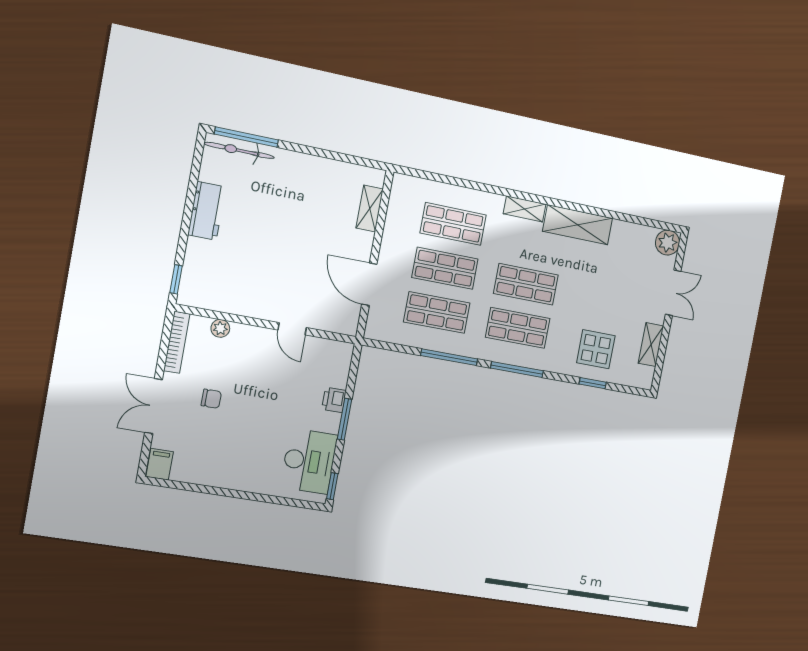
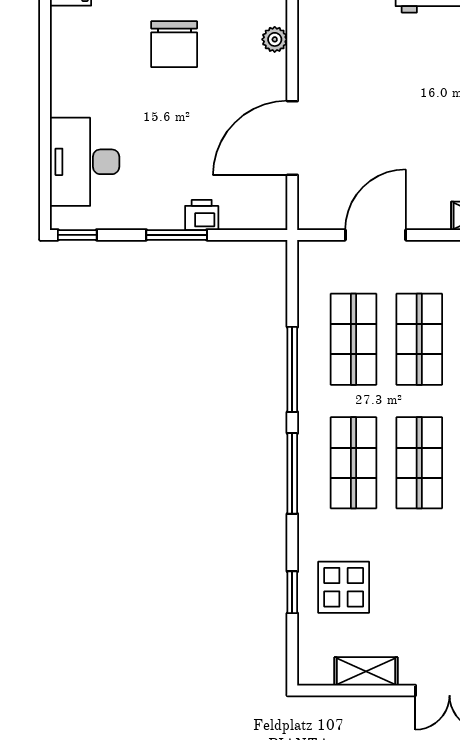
door: (292, 329) -> (292, 138), width x1.87
chair: (211, 399) -> (174, 44), width x1.87, depth x1.87
desk: (309, 461) -> (85, 162), moved, turned 90

